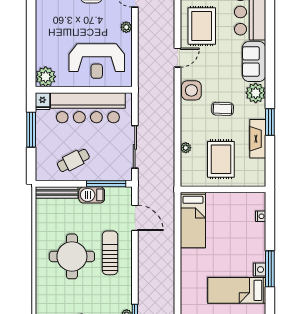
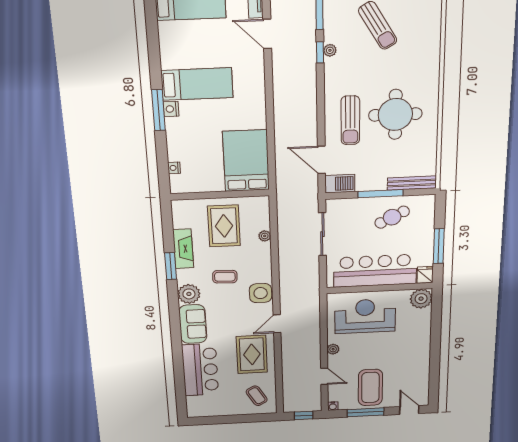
window: (106, 184) -> (381, 194), moved
barbecue: (92, 195) -> (340, 184), moved
bed: (193, 220) -> (246, 161), width x1.50

